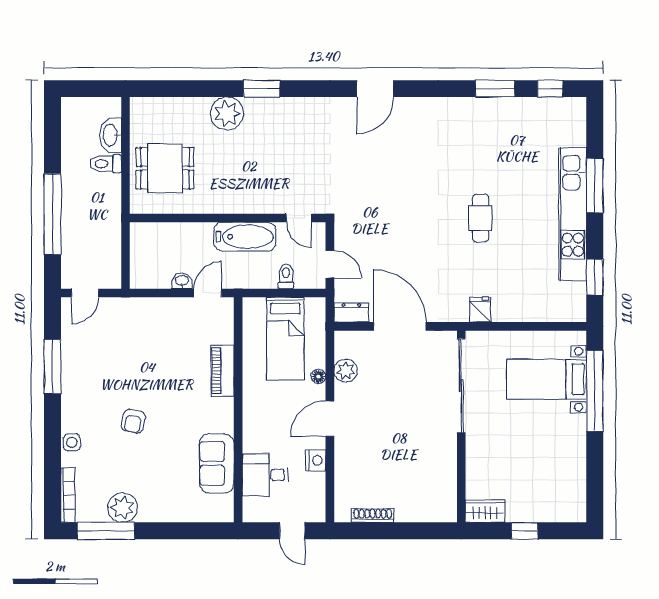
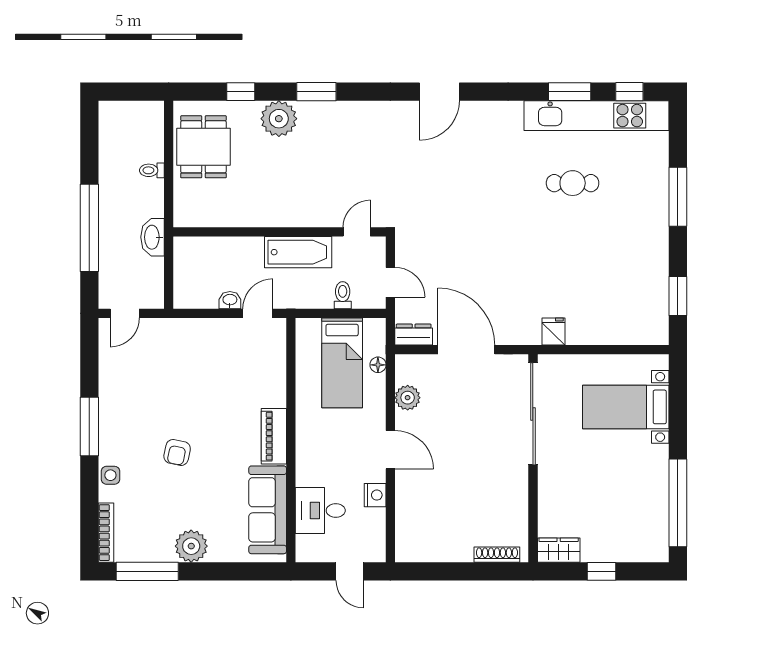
window: (192, 89) -> (241, 92), added
washbasin: (111, 135) -> (153, 237), moved
toilet: (106, 164) -> (152, 170), width x0.73, depth x0.72
dining table: (165, 168) -> (203, 147), moved, turned 90
kitchen unit: (573, 214) -> (596, 116), moved, turned -90
door: (299, 218) -> (357, 232), swing flipped
cafe table: (481, 218) -> (573, 183), moved, turned 90
window: (52, 367) -> (89, 426), moved
piano: (222, 371) -> (274, 436), moved
floor lamp: (318, 376) -> (378, 365), moved
window: (595, 391) -> (678, 503), moved
door: (330, 419) -> (390, 450), swing flipped
sofa: (217, 463) -> (268, 510), width x1.36
plant: (123, 508) -> (191, 546), moved
shoe rack: (373, 515) -> (497, 555), moved

